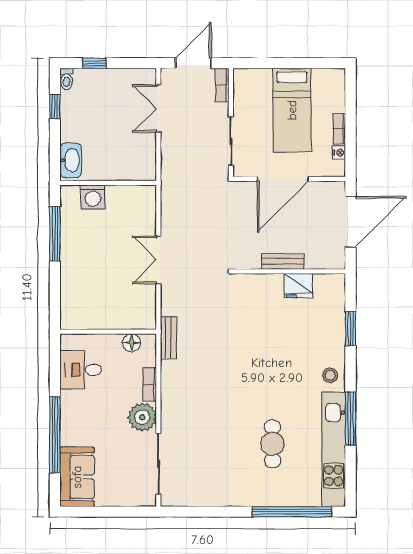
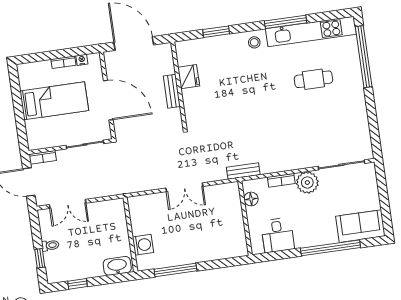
toilet: (66, 79) -> (50, 245), moved

